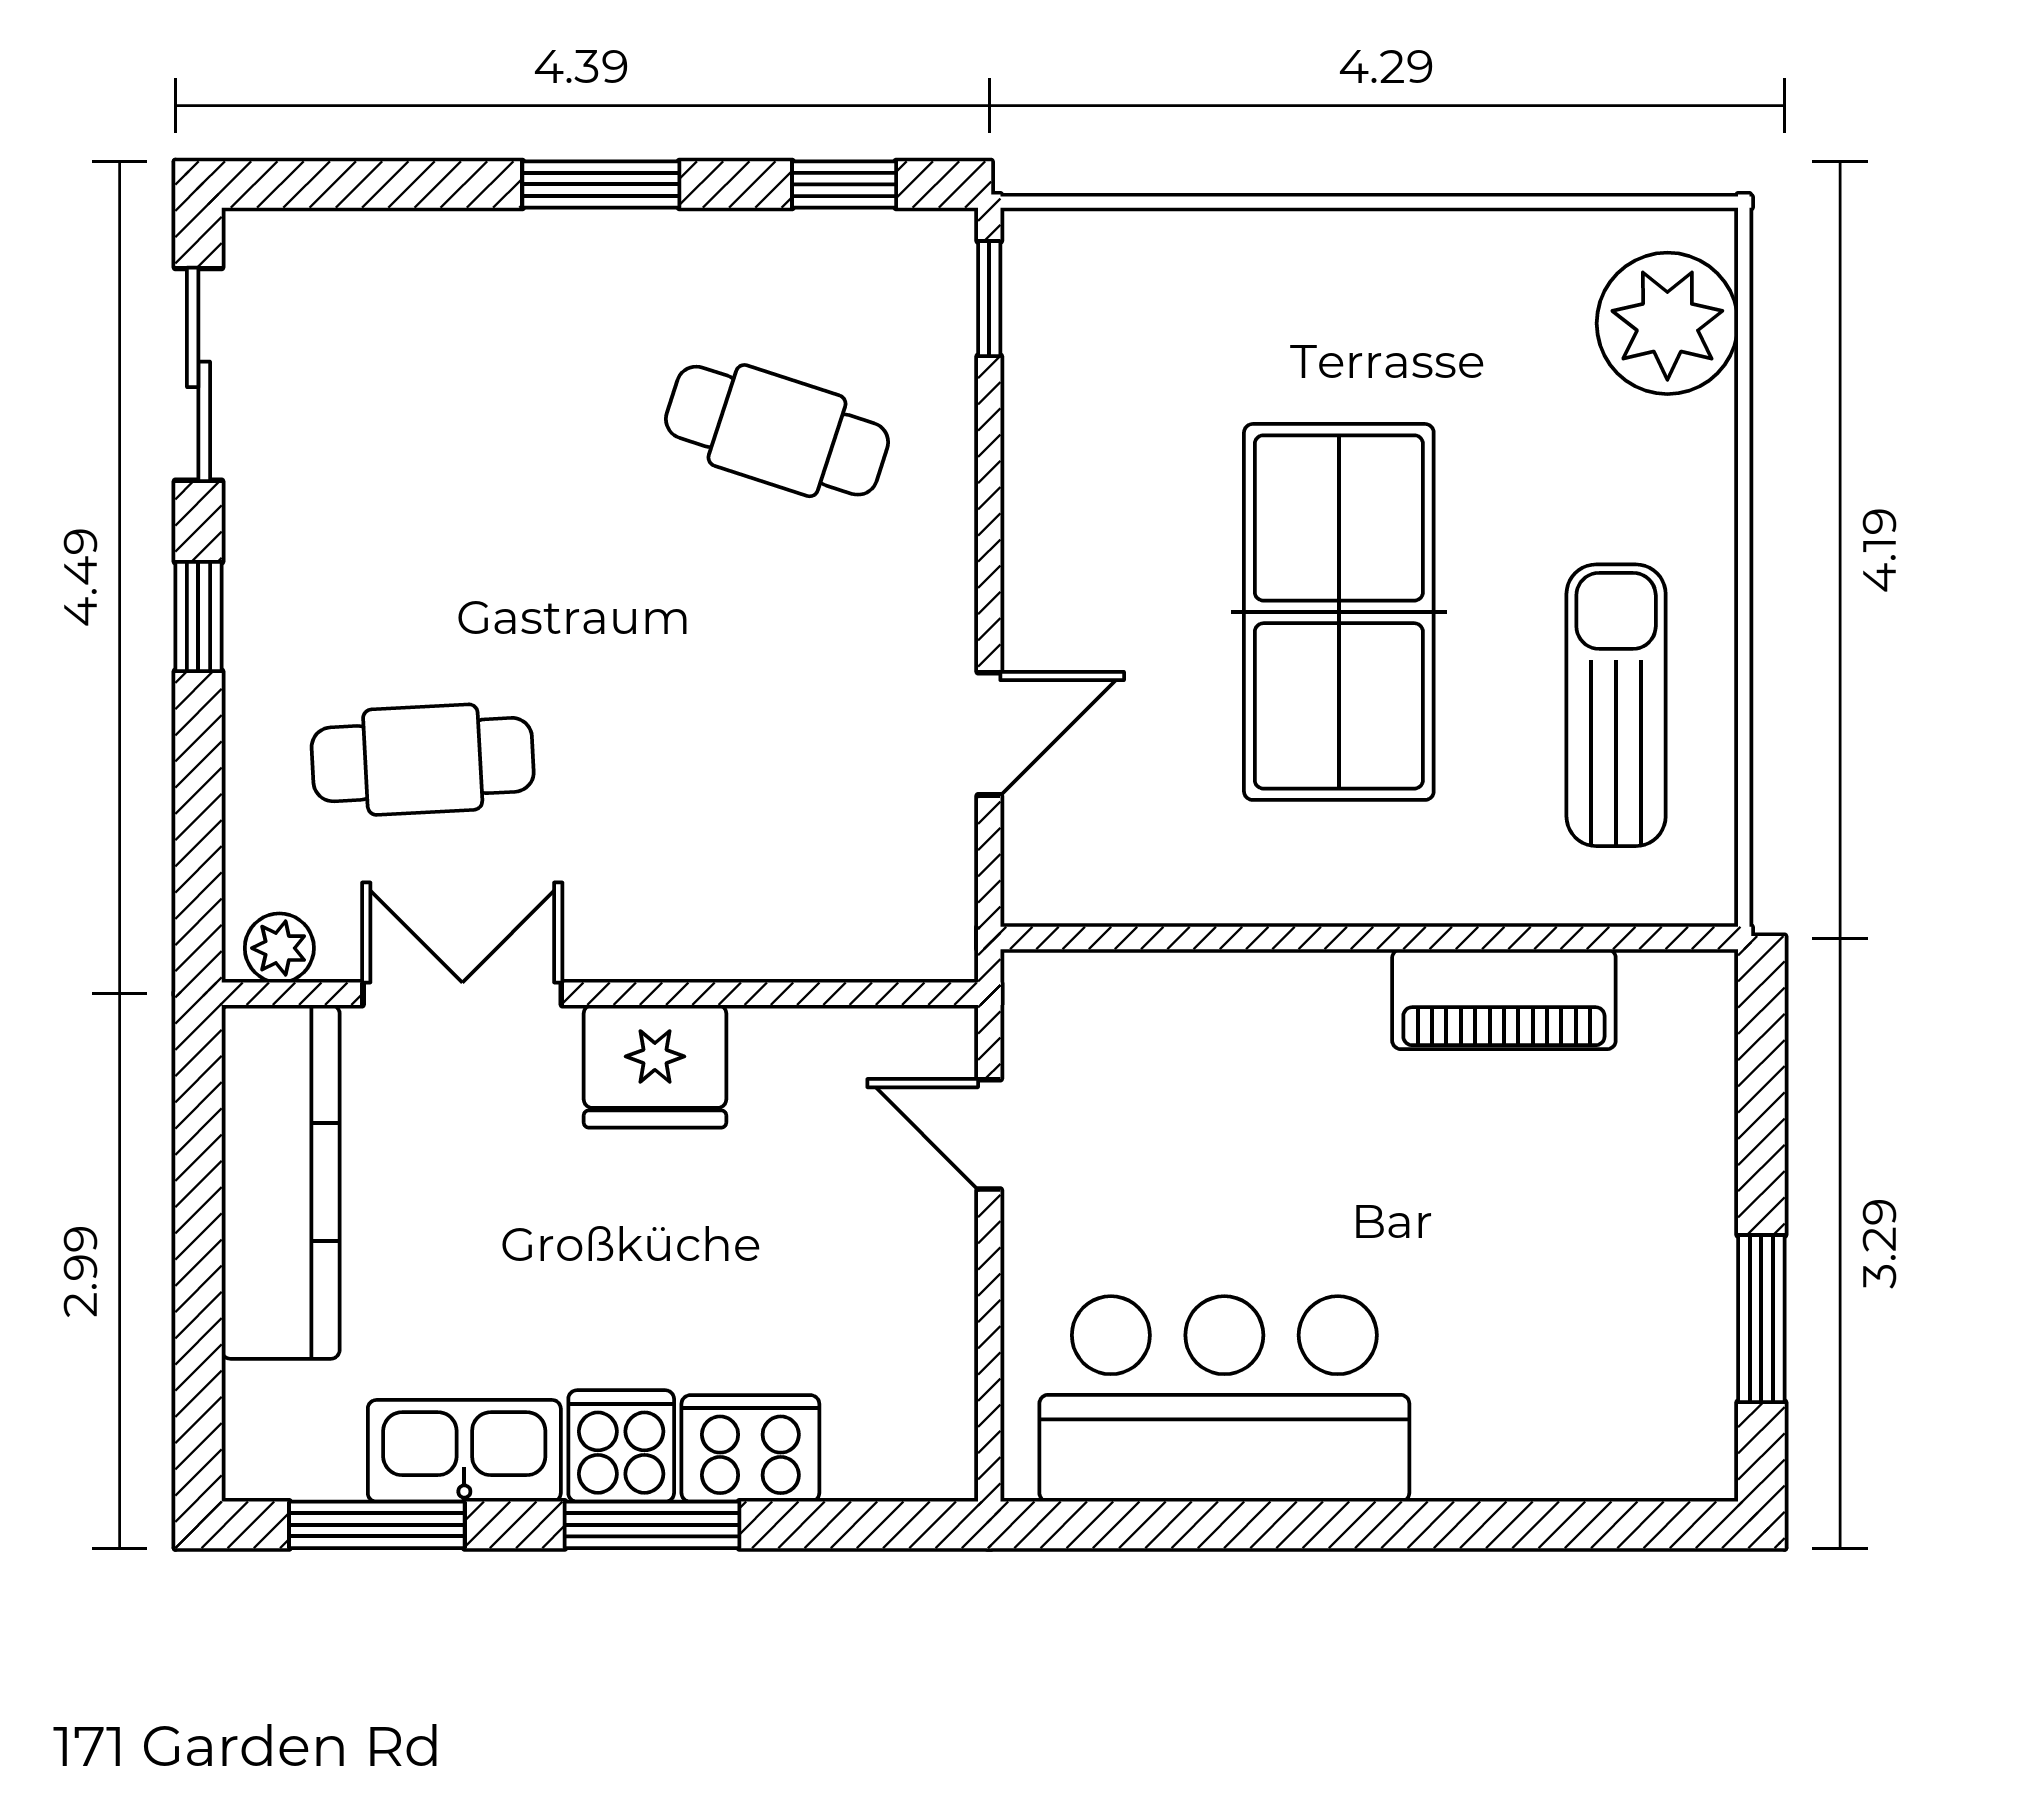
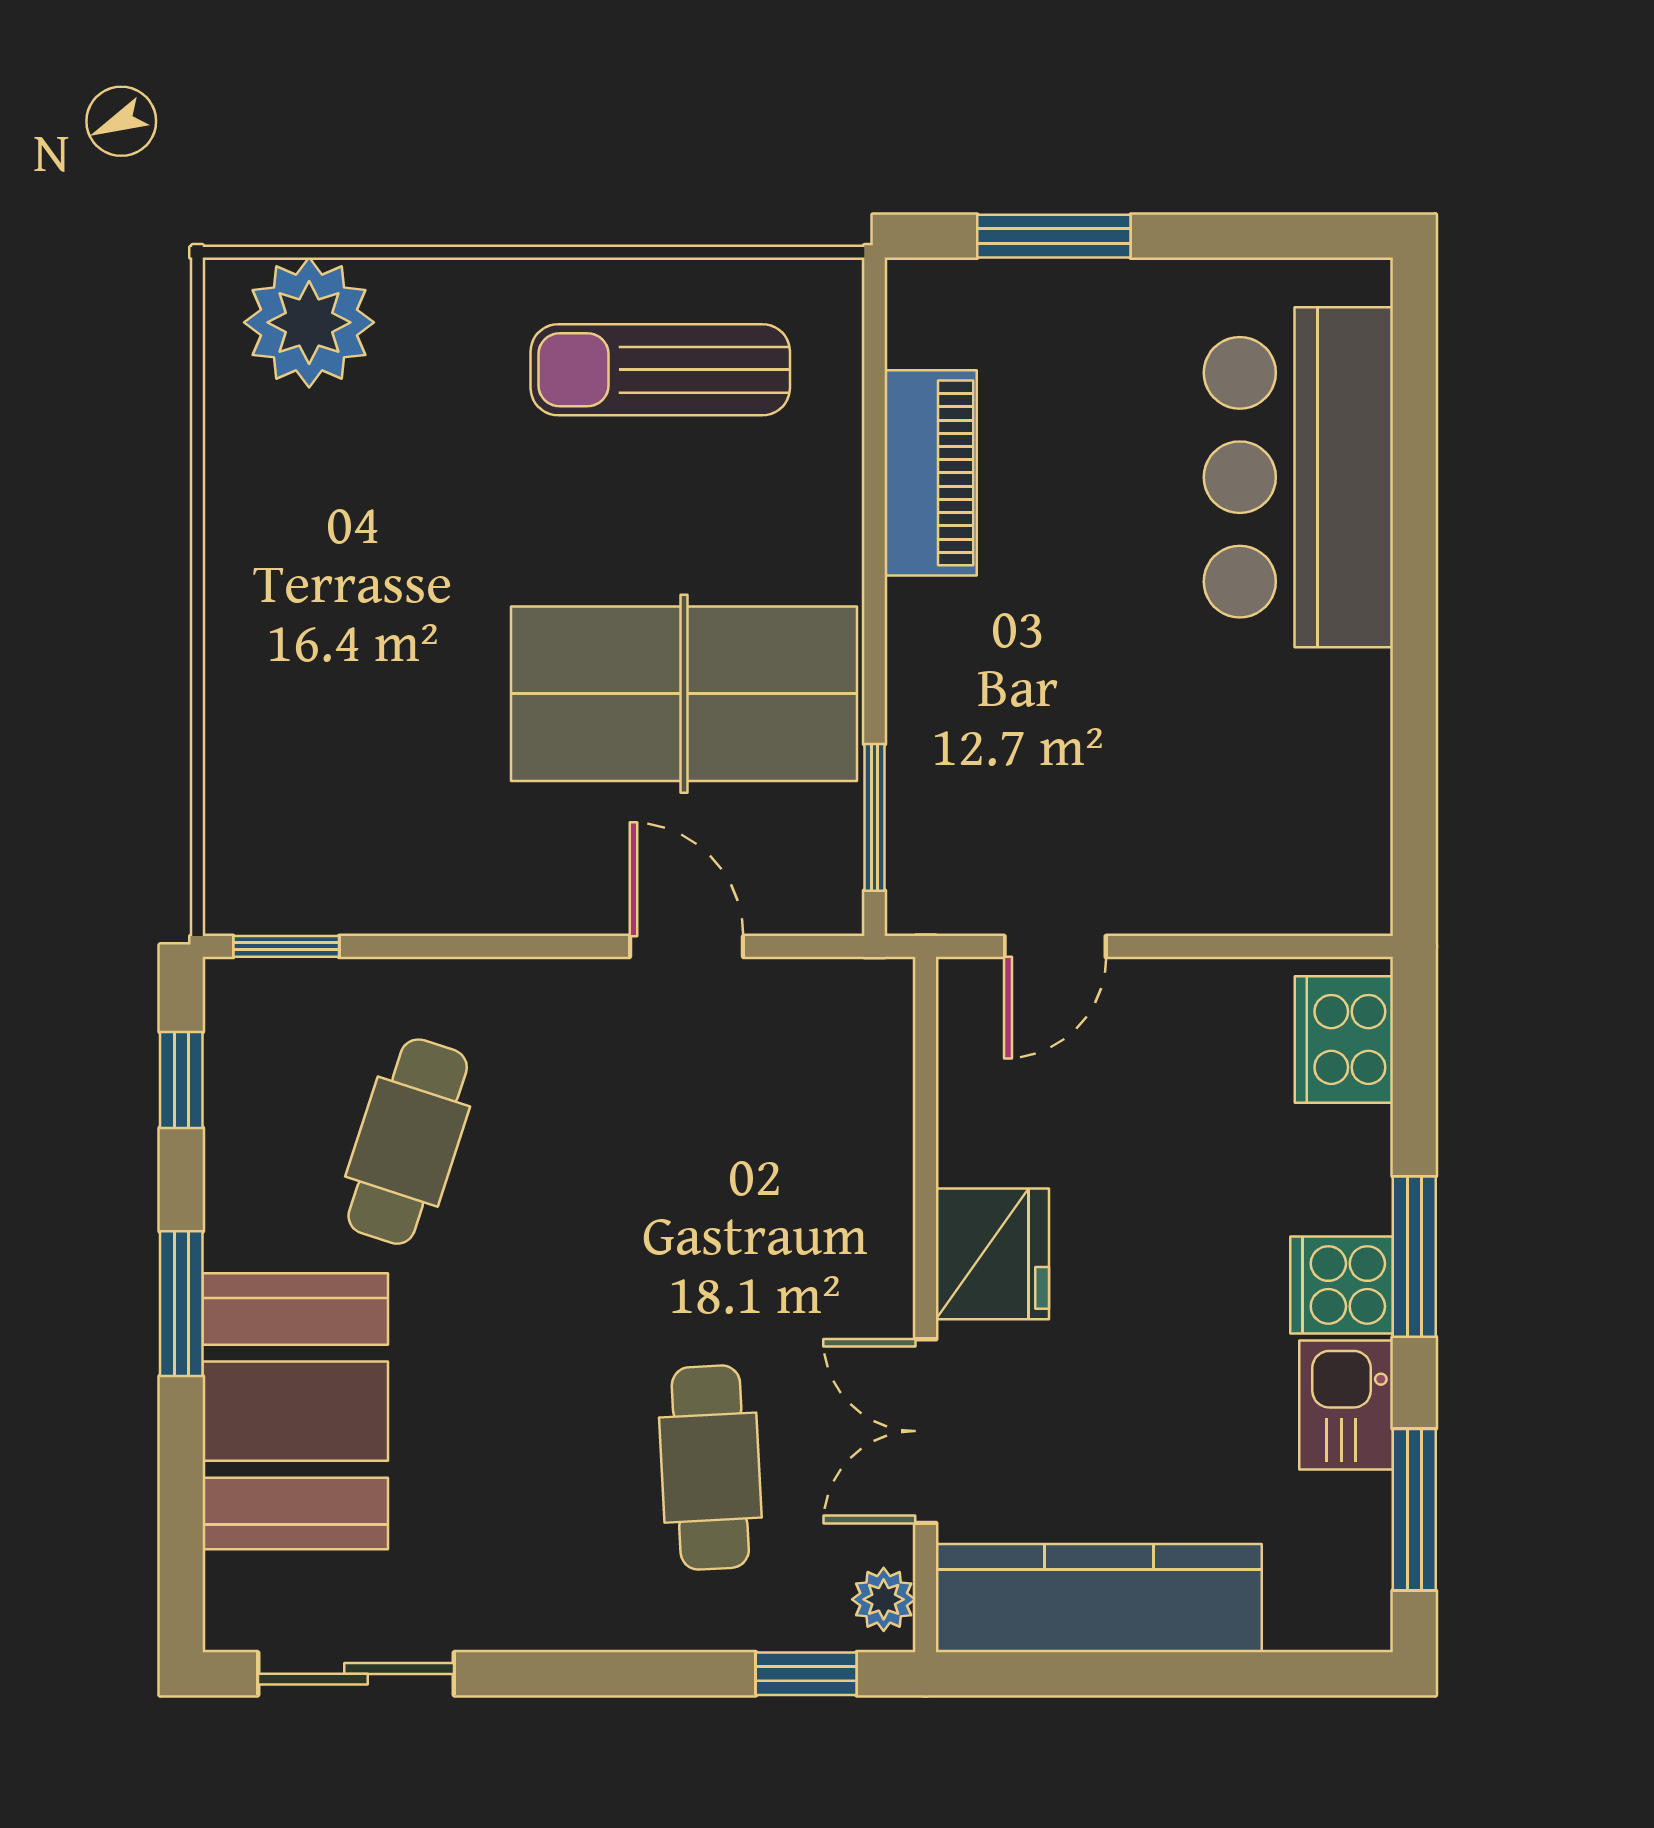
booth: (484, 308) -> (295, 1411), added
table tennis table: (1339, 612) -> (684, 694), moved
window: (198, 617) -> (806, 1674), moved
window: (1129, 938) -> (875, 817), added
window: (1761, 1319) -> (1054, 236), moved
bar counter: (1224, 1399) -> (1298, 477), moved
cooker: (750, 1448) -> (1344, 1039), moved
kitchen sink: (464, 1451) -> (1346, 1405), width x0.73

